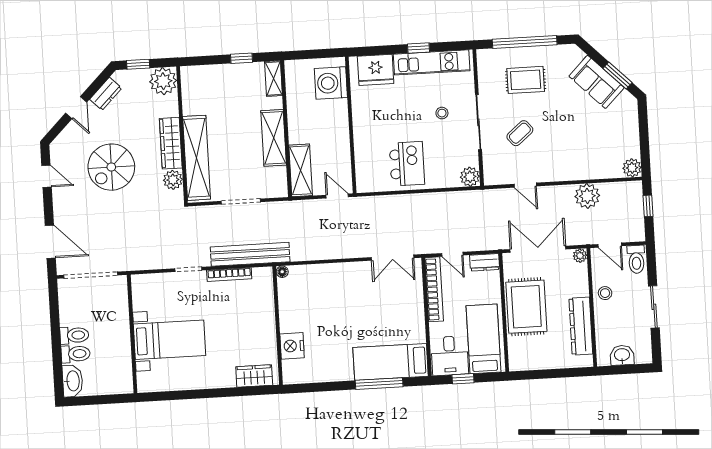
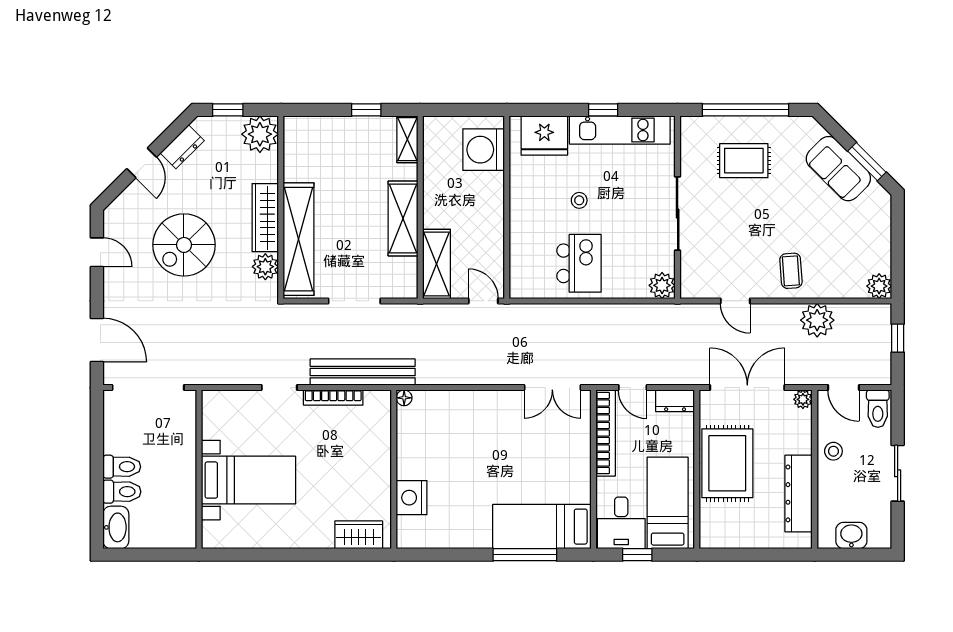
stool: (442, 113) -> (579, 200), moved
coffee table: (520, 133) -> (791, 271), moved, turned -54

